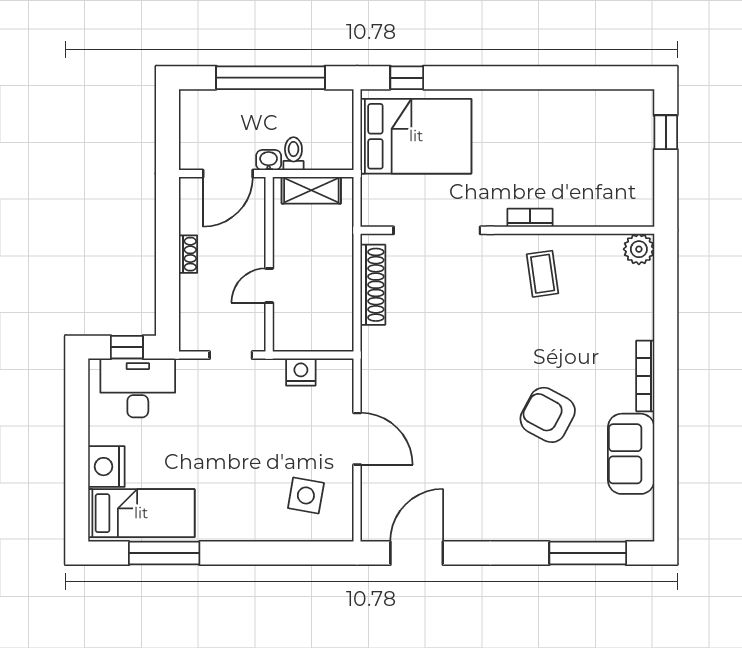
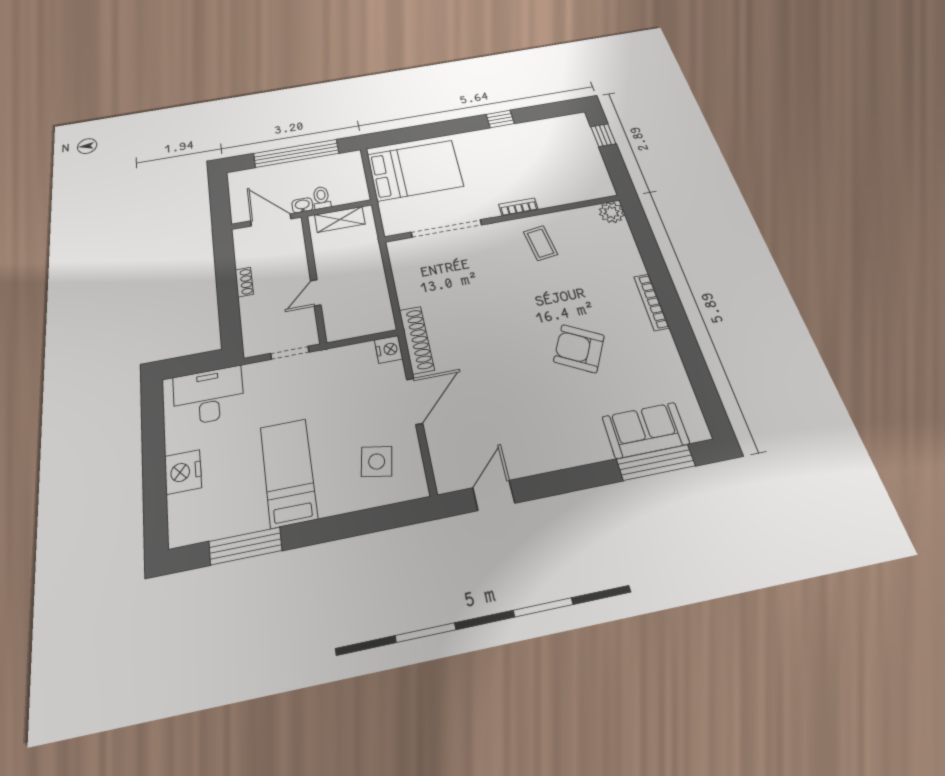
window: (407, 78) -> (500, 119), moved
door: (228, 174) -> (271, 220), swing flipped
shoe rack: (373, 285) -> (417, 340), moved
window: (127, 347) -> (196, 364), removed
nightstand: (301, 372) -> (389, 349), moved, turned 90
door: (357, 439) -> (415, 401), hinge flipped
sofa: (631, 454) -> (646, 430), moved, turned 90
bed: (141, 513) -> (288, 472), moved, turned -90
door: (417, 553) -> (494, 495), width x0.73

